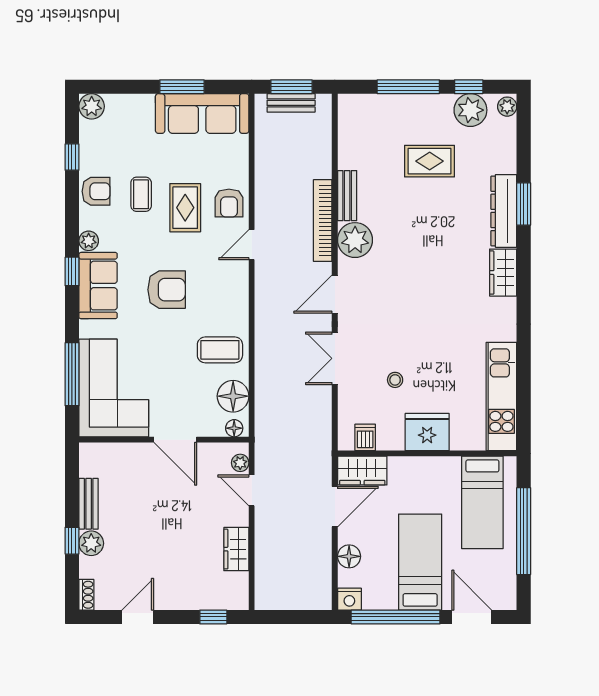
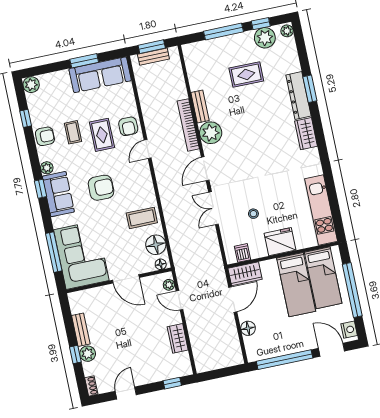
bed: (420, 562) -> (296, 285), moved, turned 180
nightstand: (349, 599) -> (349, 330), moved, turned -90

